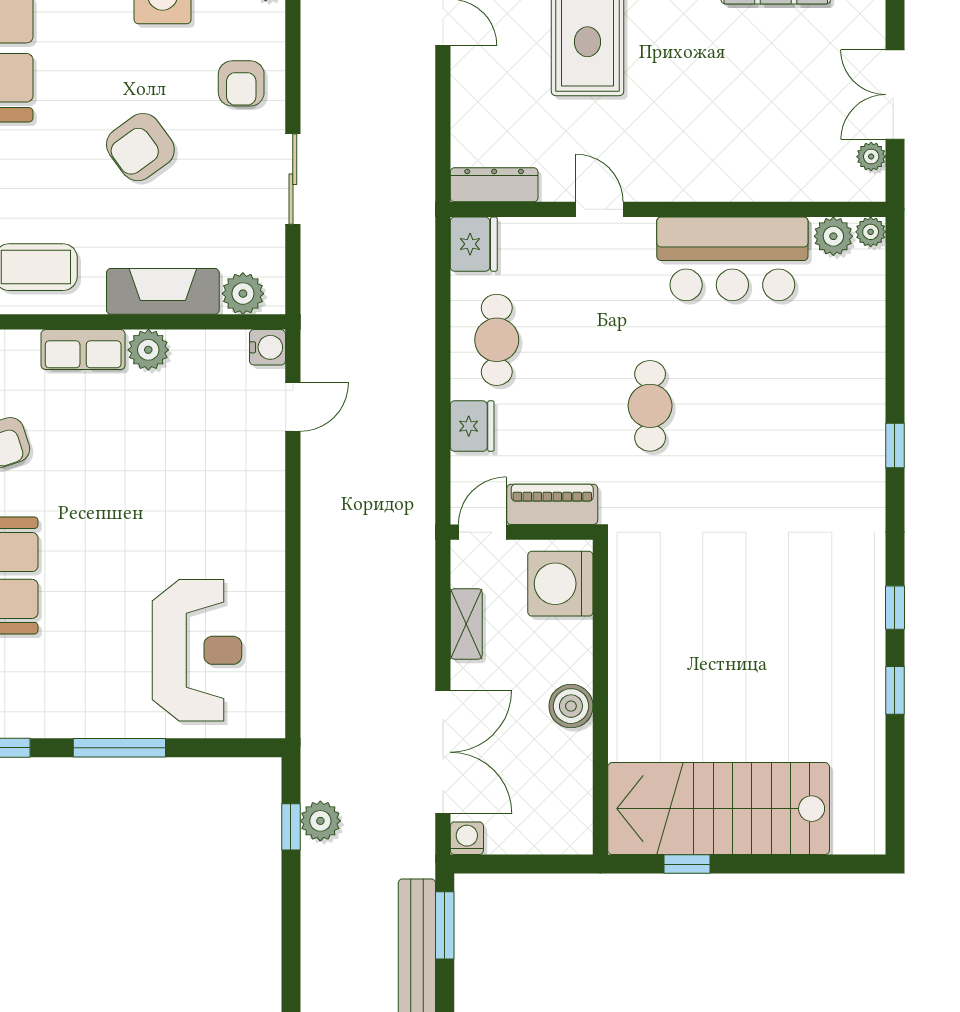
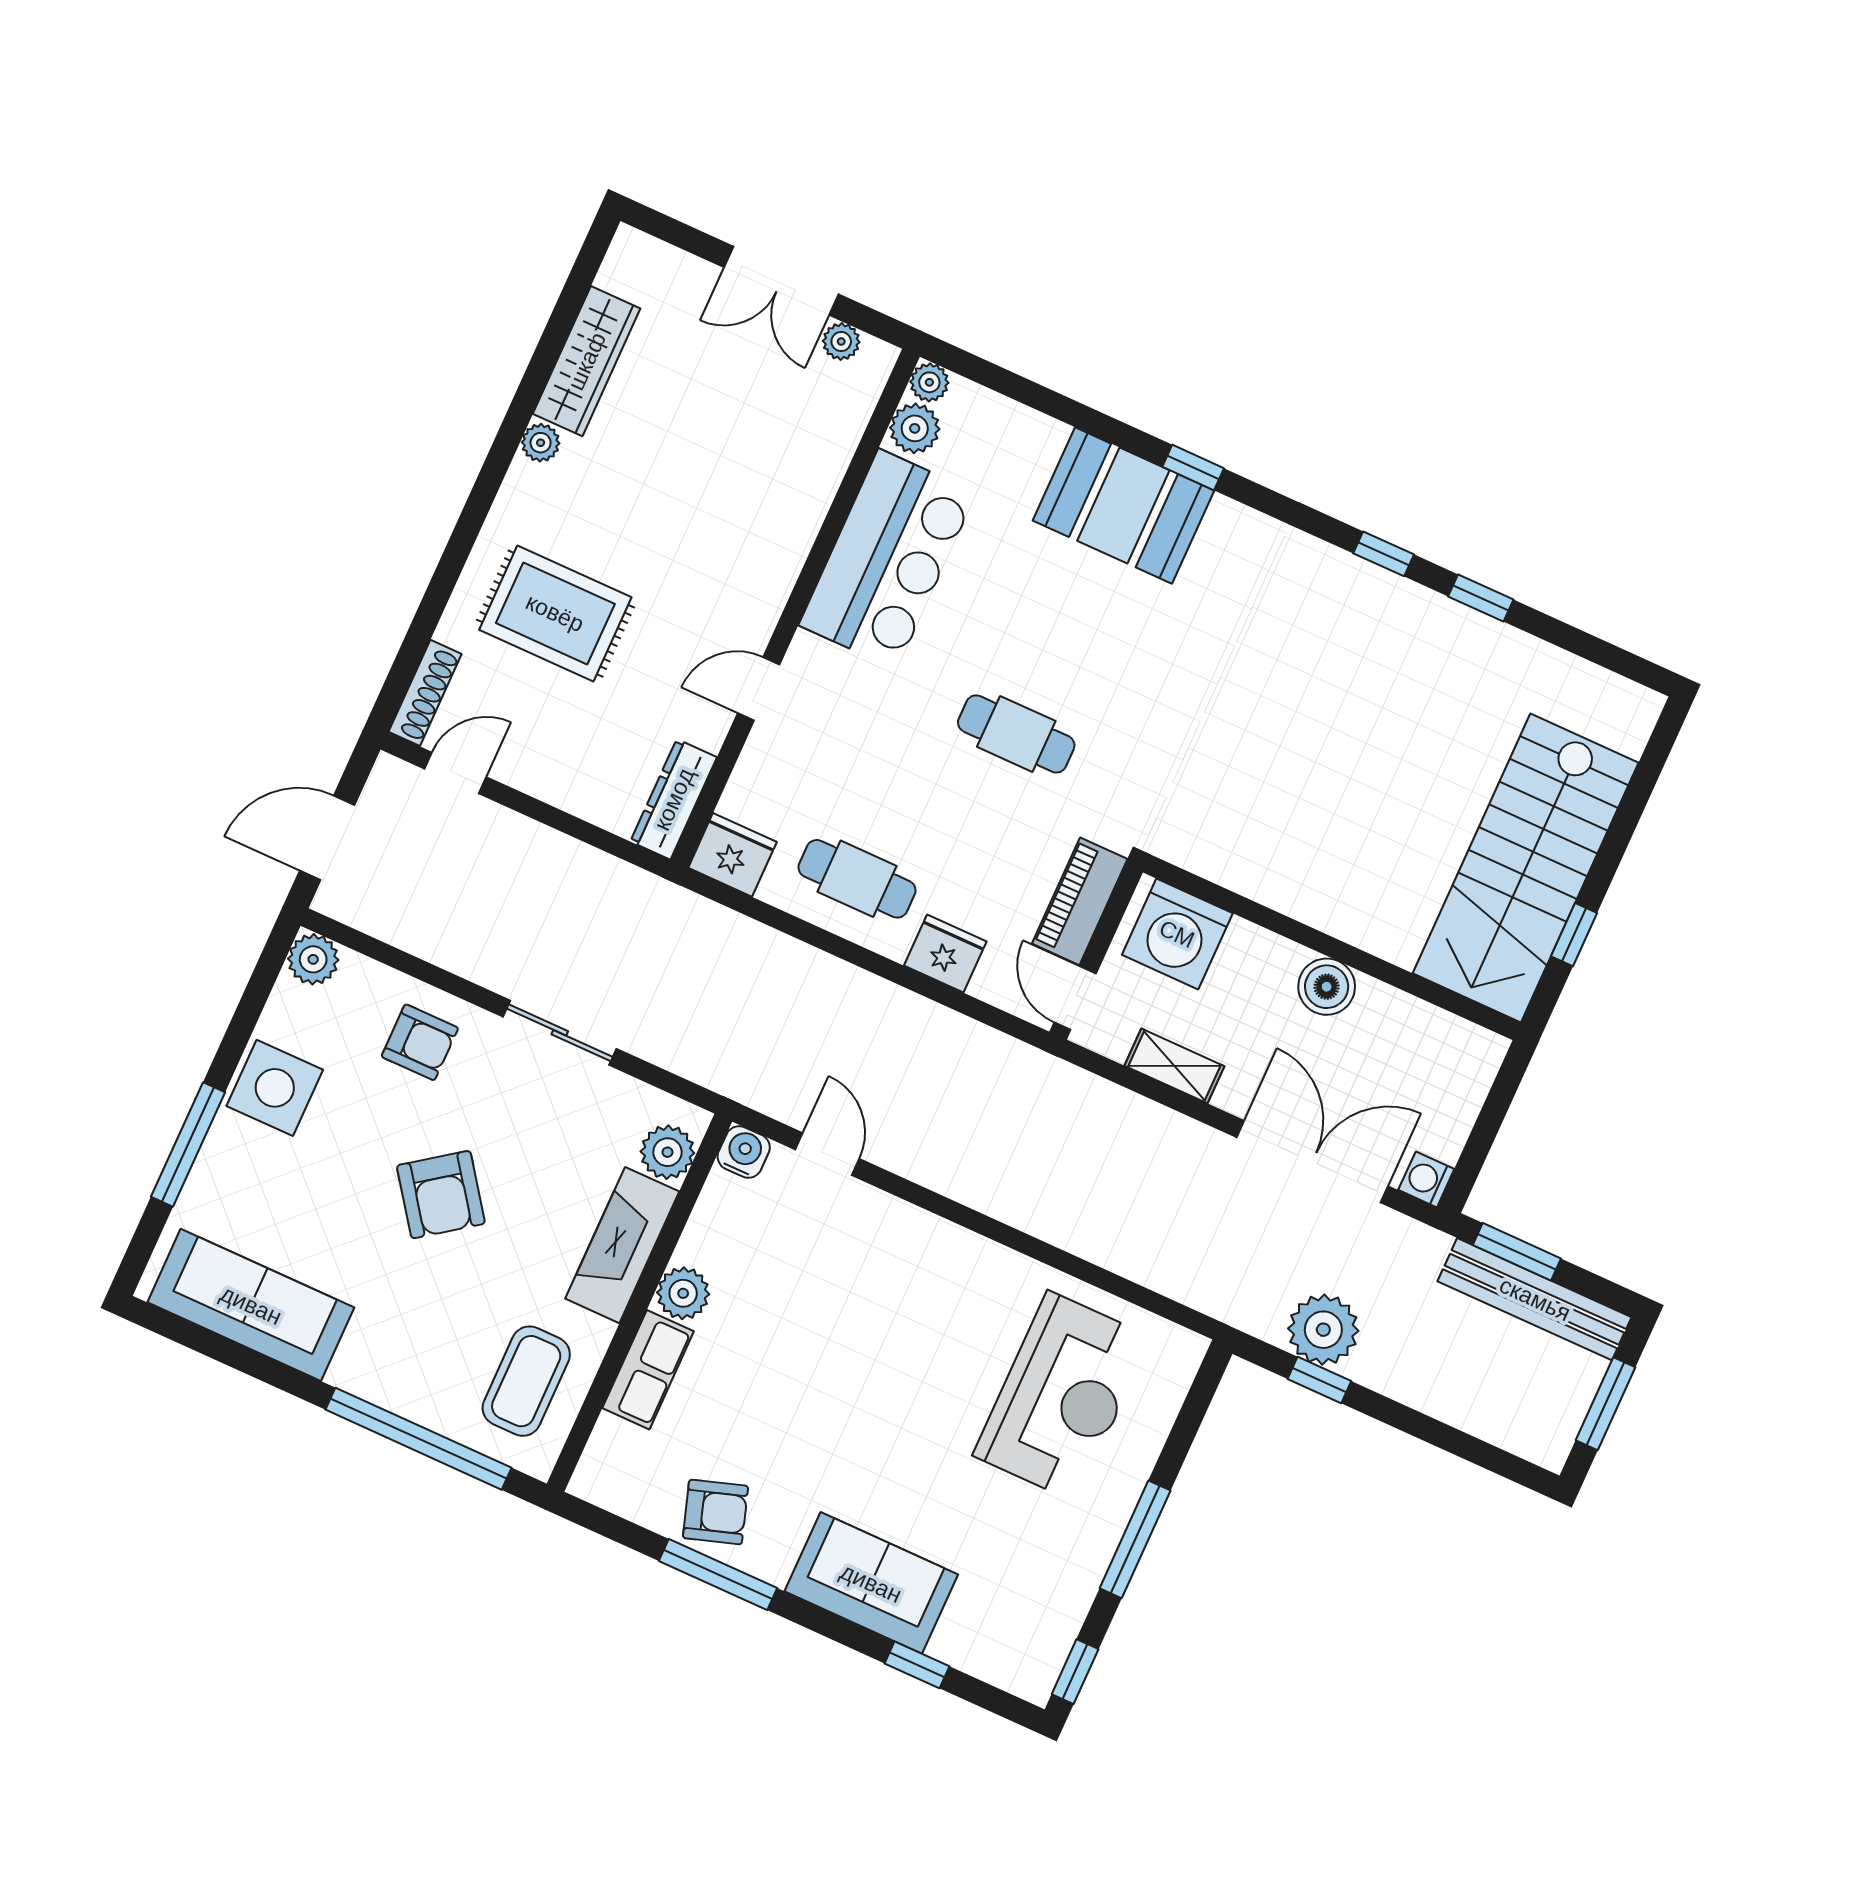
booth: (846, 408) -> (1123, 506), added
reception desk: (197, 650) -> (1062, 1396), turned 90
plant: (320, 821) -> (1323, 1330), width x1.36, depth x1.36

